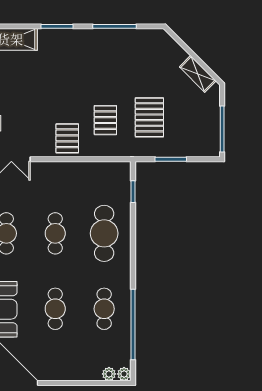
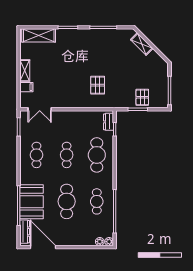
shelving: (198, 74) -> (142, 44), moved
pallet: (149, 117) -> (142, 97), moved, width x0.67, depth x0.71
pallet: (67, 138) -> (74, 96), removed
dresser: (123, 180) -> (108, 122), added
cafe table: (55, 309) -> (67, 201), width x1.37, depth x1.35

